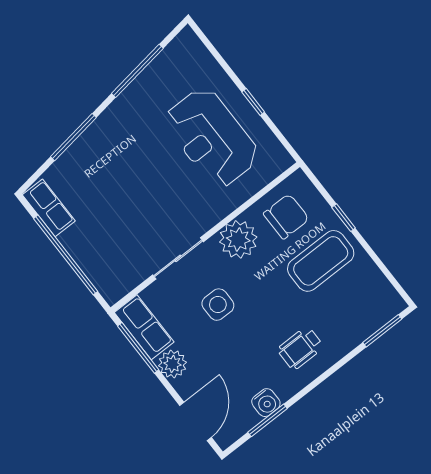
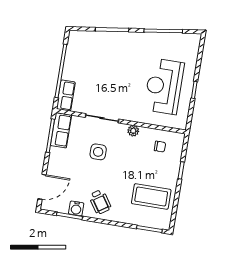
row of seats: (49, 208) -> (66, 96), moved
chair: (286, 216) -> (160, 147), width x0.54, depth x0.54
plant: (238, 239) -> (133, 131), width x0.53, depth x0.53
coffee table: (321, 261) -> (151, 197), moved
wheelchair: (300, 348) -> (100, 202), moved, turned -124
plant: (172, 364) -> (57, 156), removed

